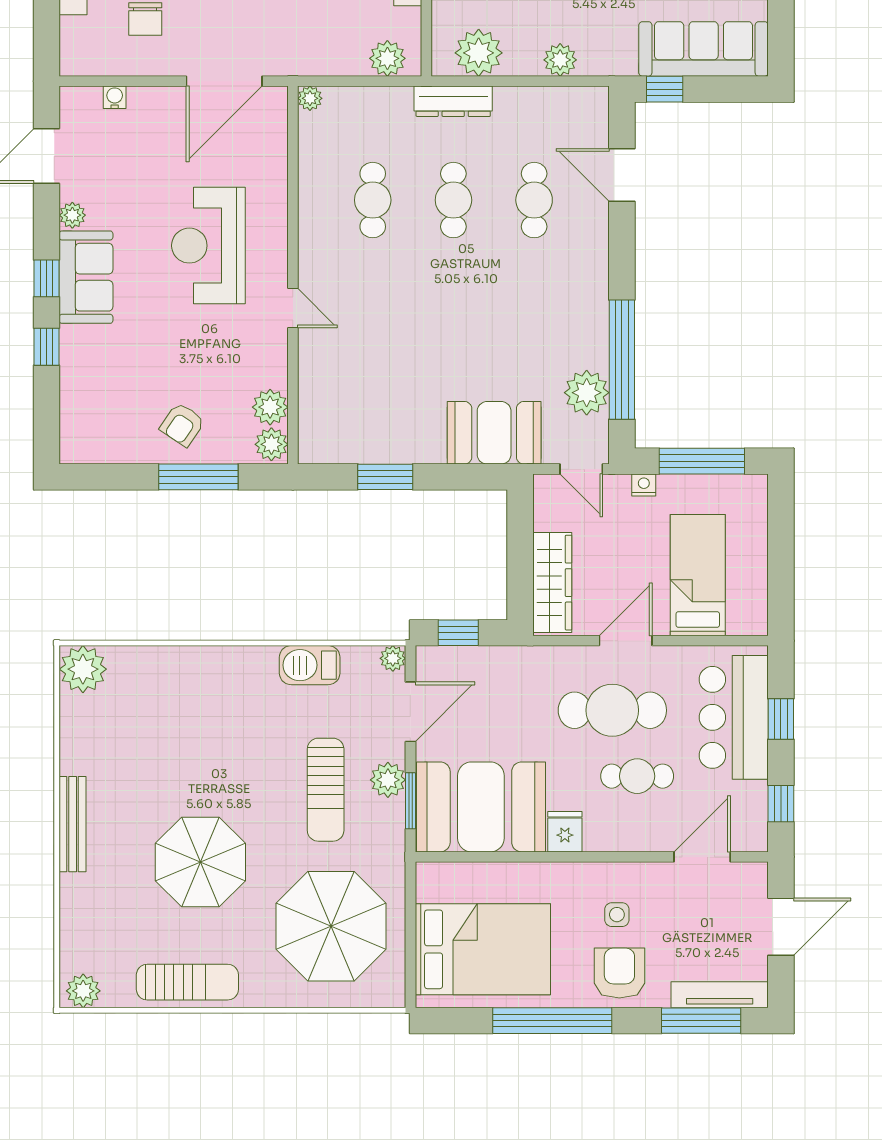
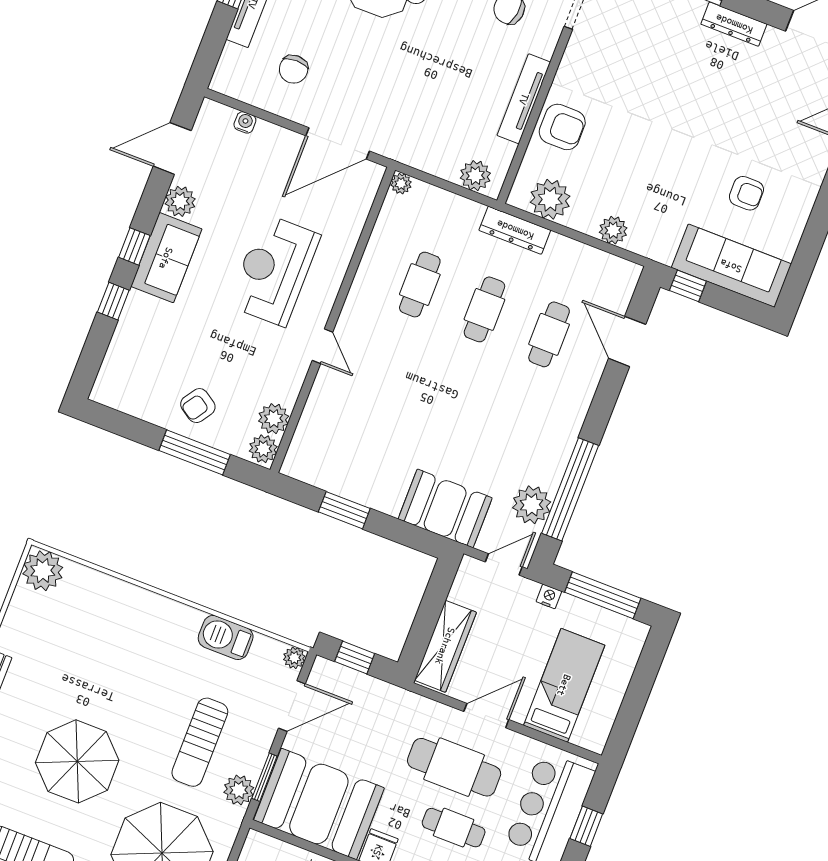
plant: (72, 215) -> (180, 201), width x1.38, depth x1.38
door: (581, 469) -> (504, 564), swing flipped
plant: (388, 780) -> (239, 790), moved

